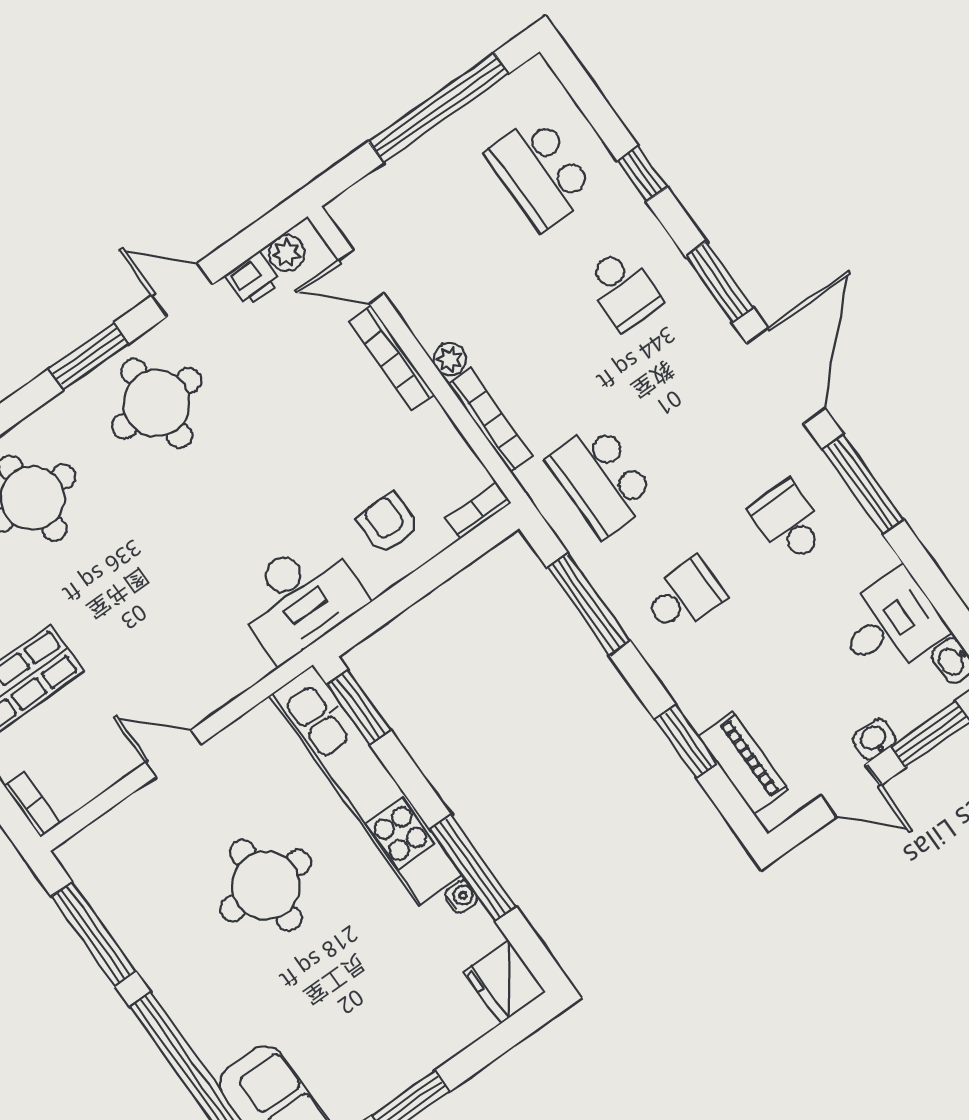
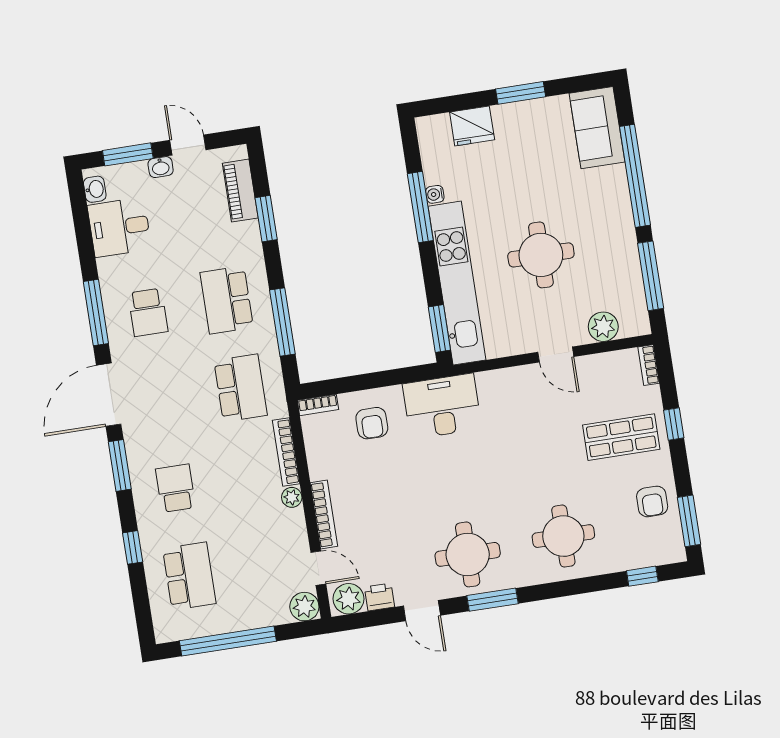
plant: (354, 212) -> (304, 607), added
plant: (286, 253) -> (349, 599), width x1.38, depth x1.38
school desk: (684, 596) -> (227, 300), width x1.85
plant: (125, 827) -> (603, 327), added
fridge: (505, 982) -> (472, 126), moved, turned 90

